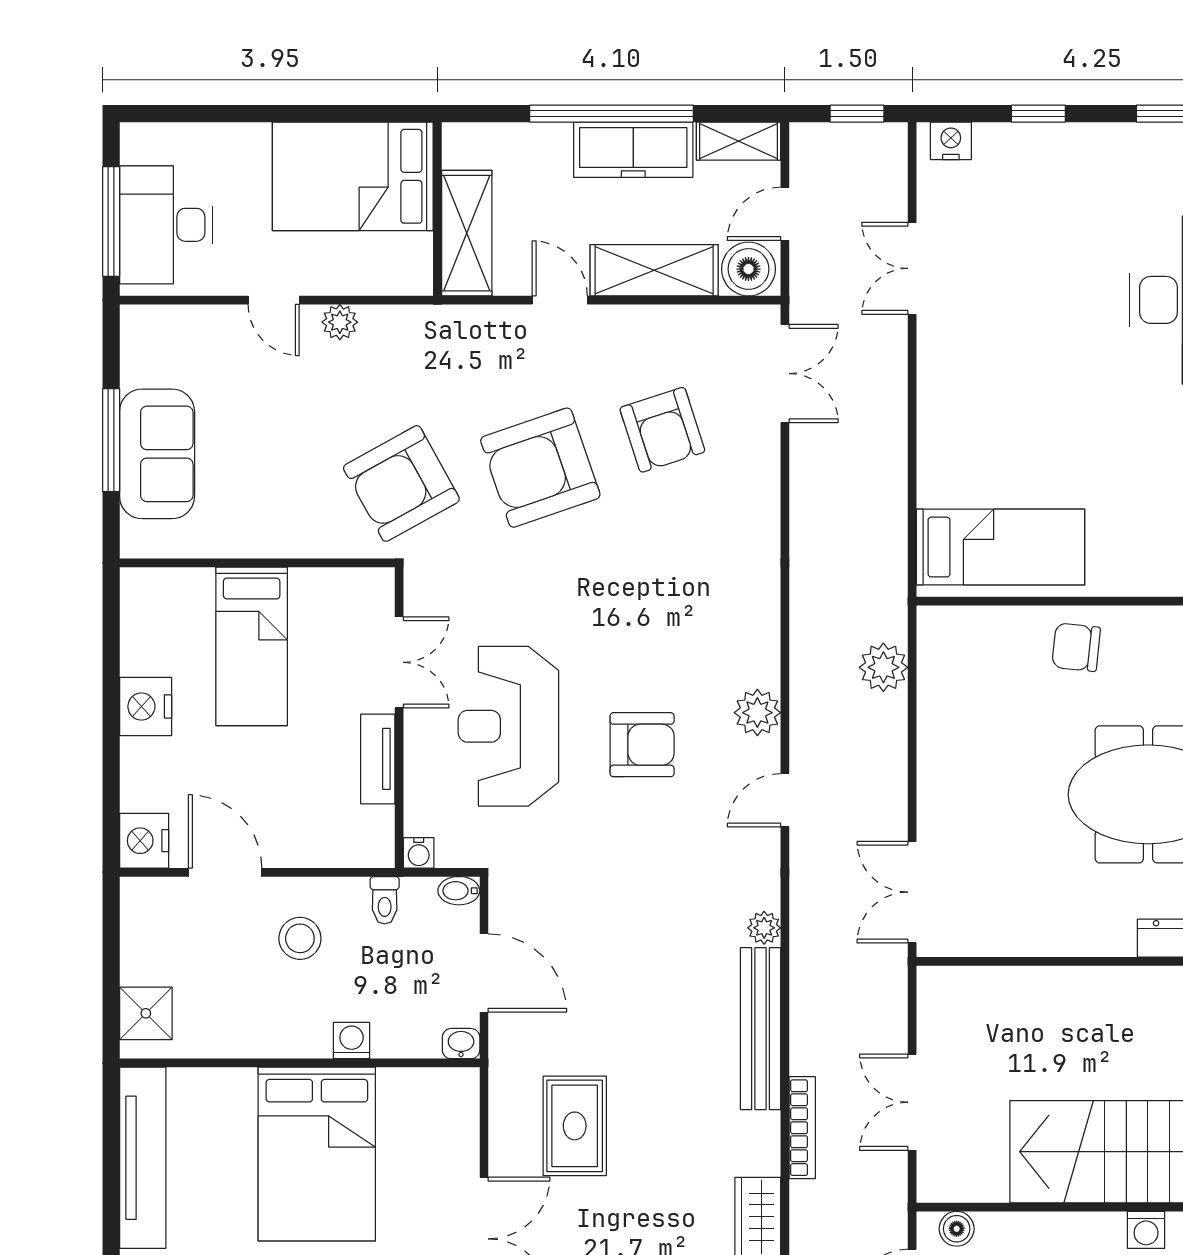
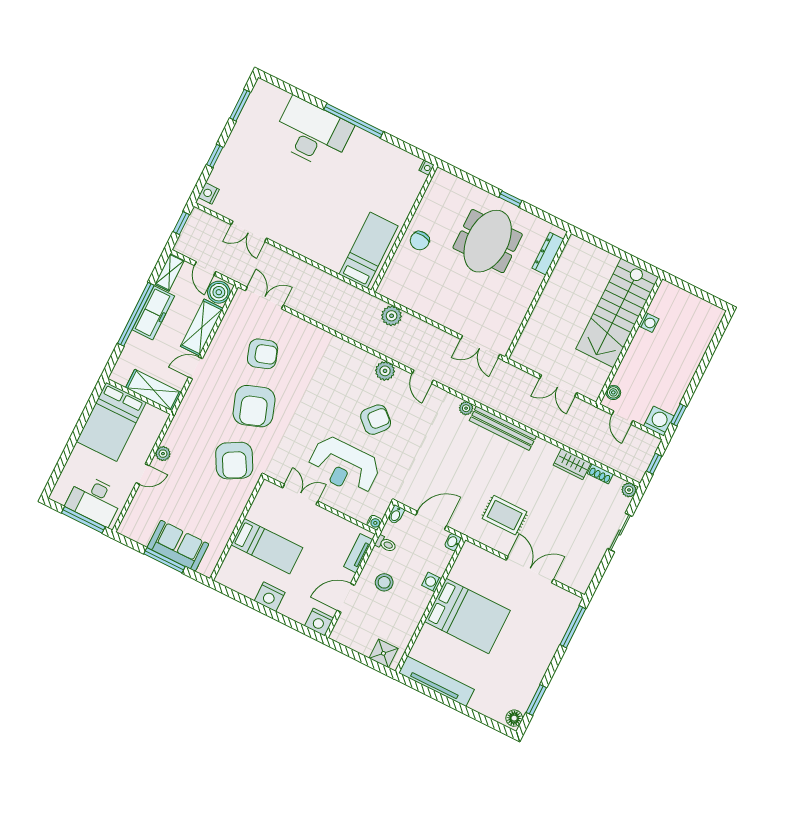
armchair: (642, 745) -> (376, 420), turned 42
tv unit: (378, 759) -> (358, 553), moved, turned 90
bookcase: (802, 1128) -> (547, 431), removed

